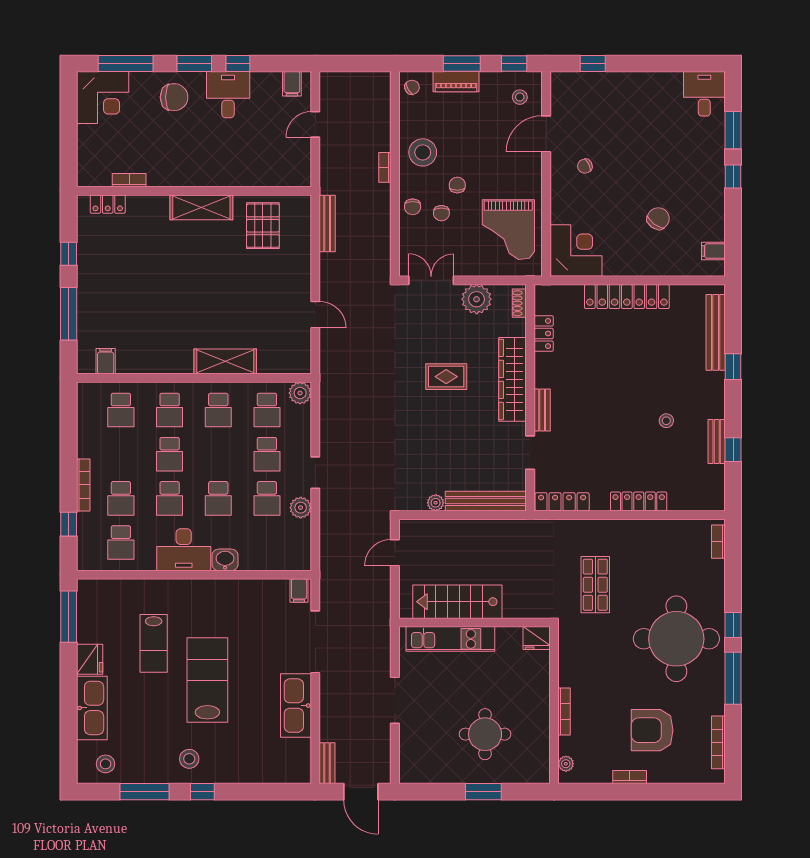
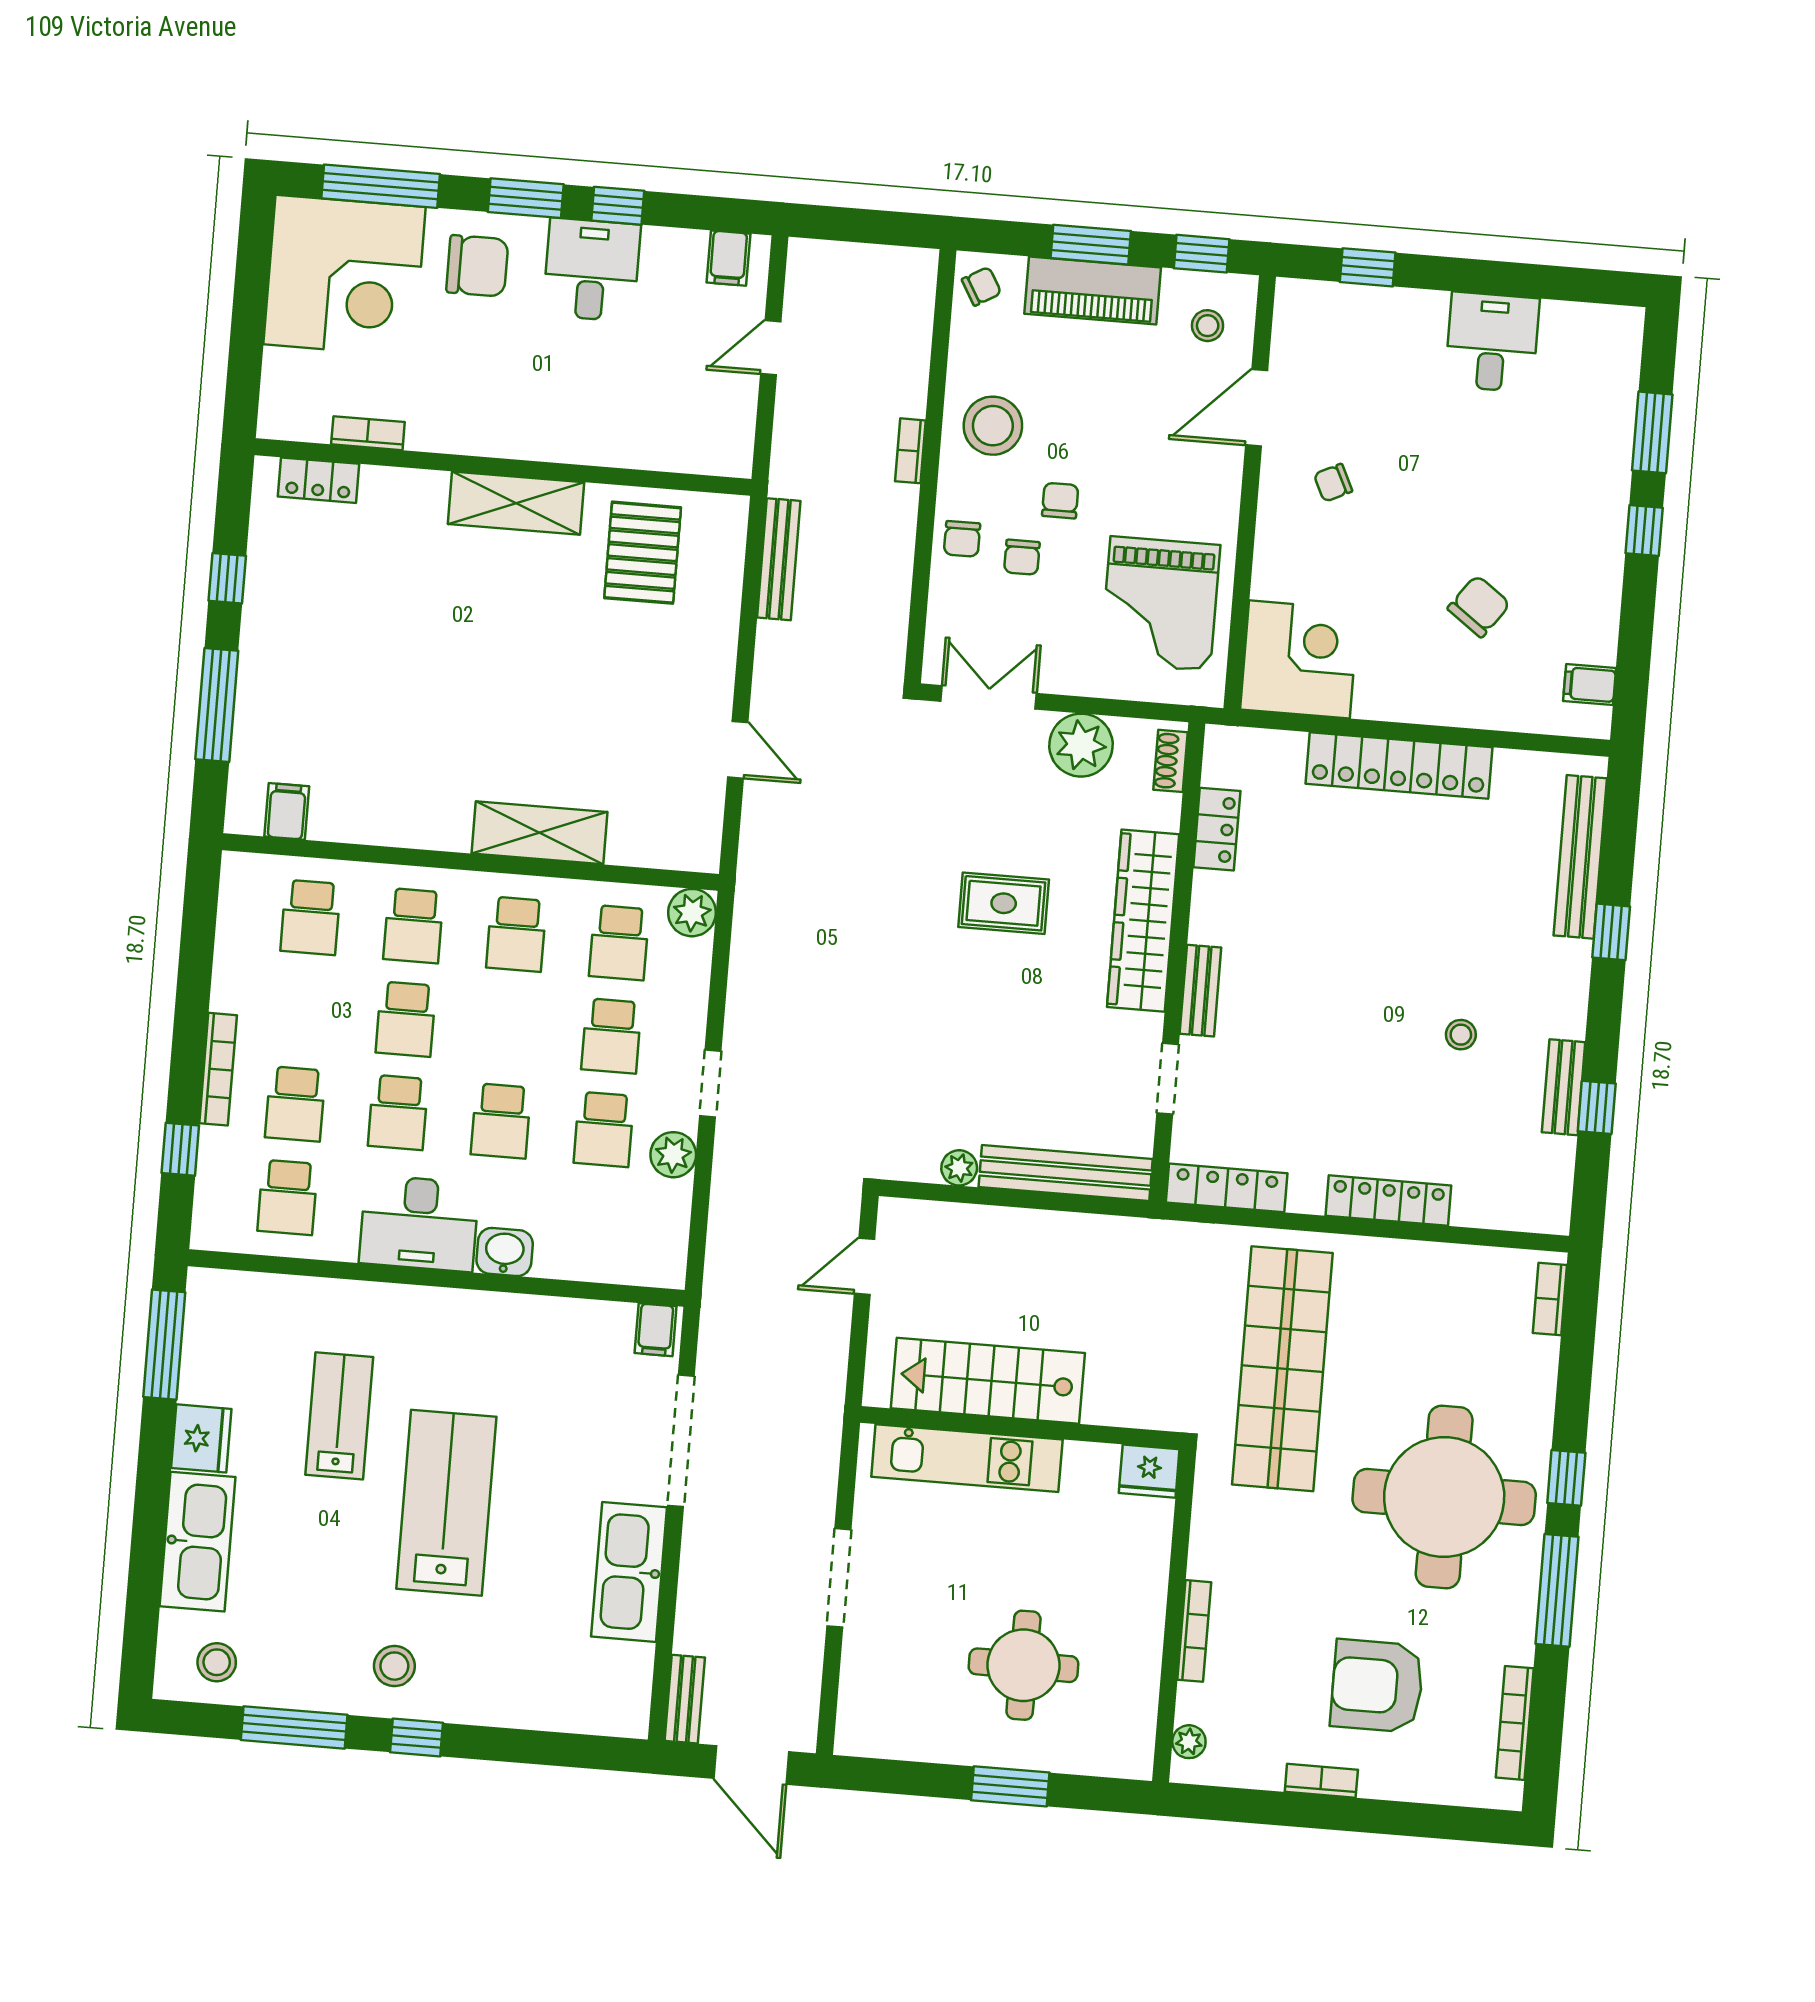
piano: (456, 82) -> (1093, 291), width x1.37, depth x1.33
desk: (704, 94) -> (1492, 342), moved
corner desk: (103, 98) -> (345, 276), width x1.36, depth x1.36
shop shelf: (595, 585) -> (1282, 1369), width x2.00, depth x1.36
lab bench: (154, 643) -> (339, 1416), turned 180

